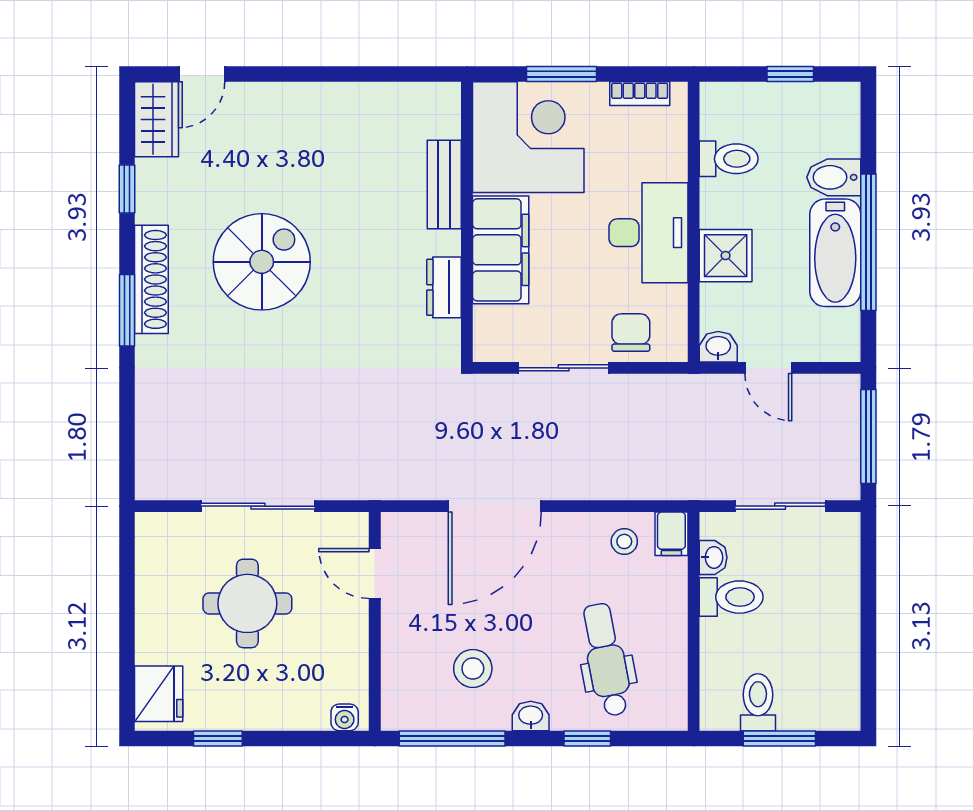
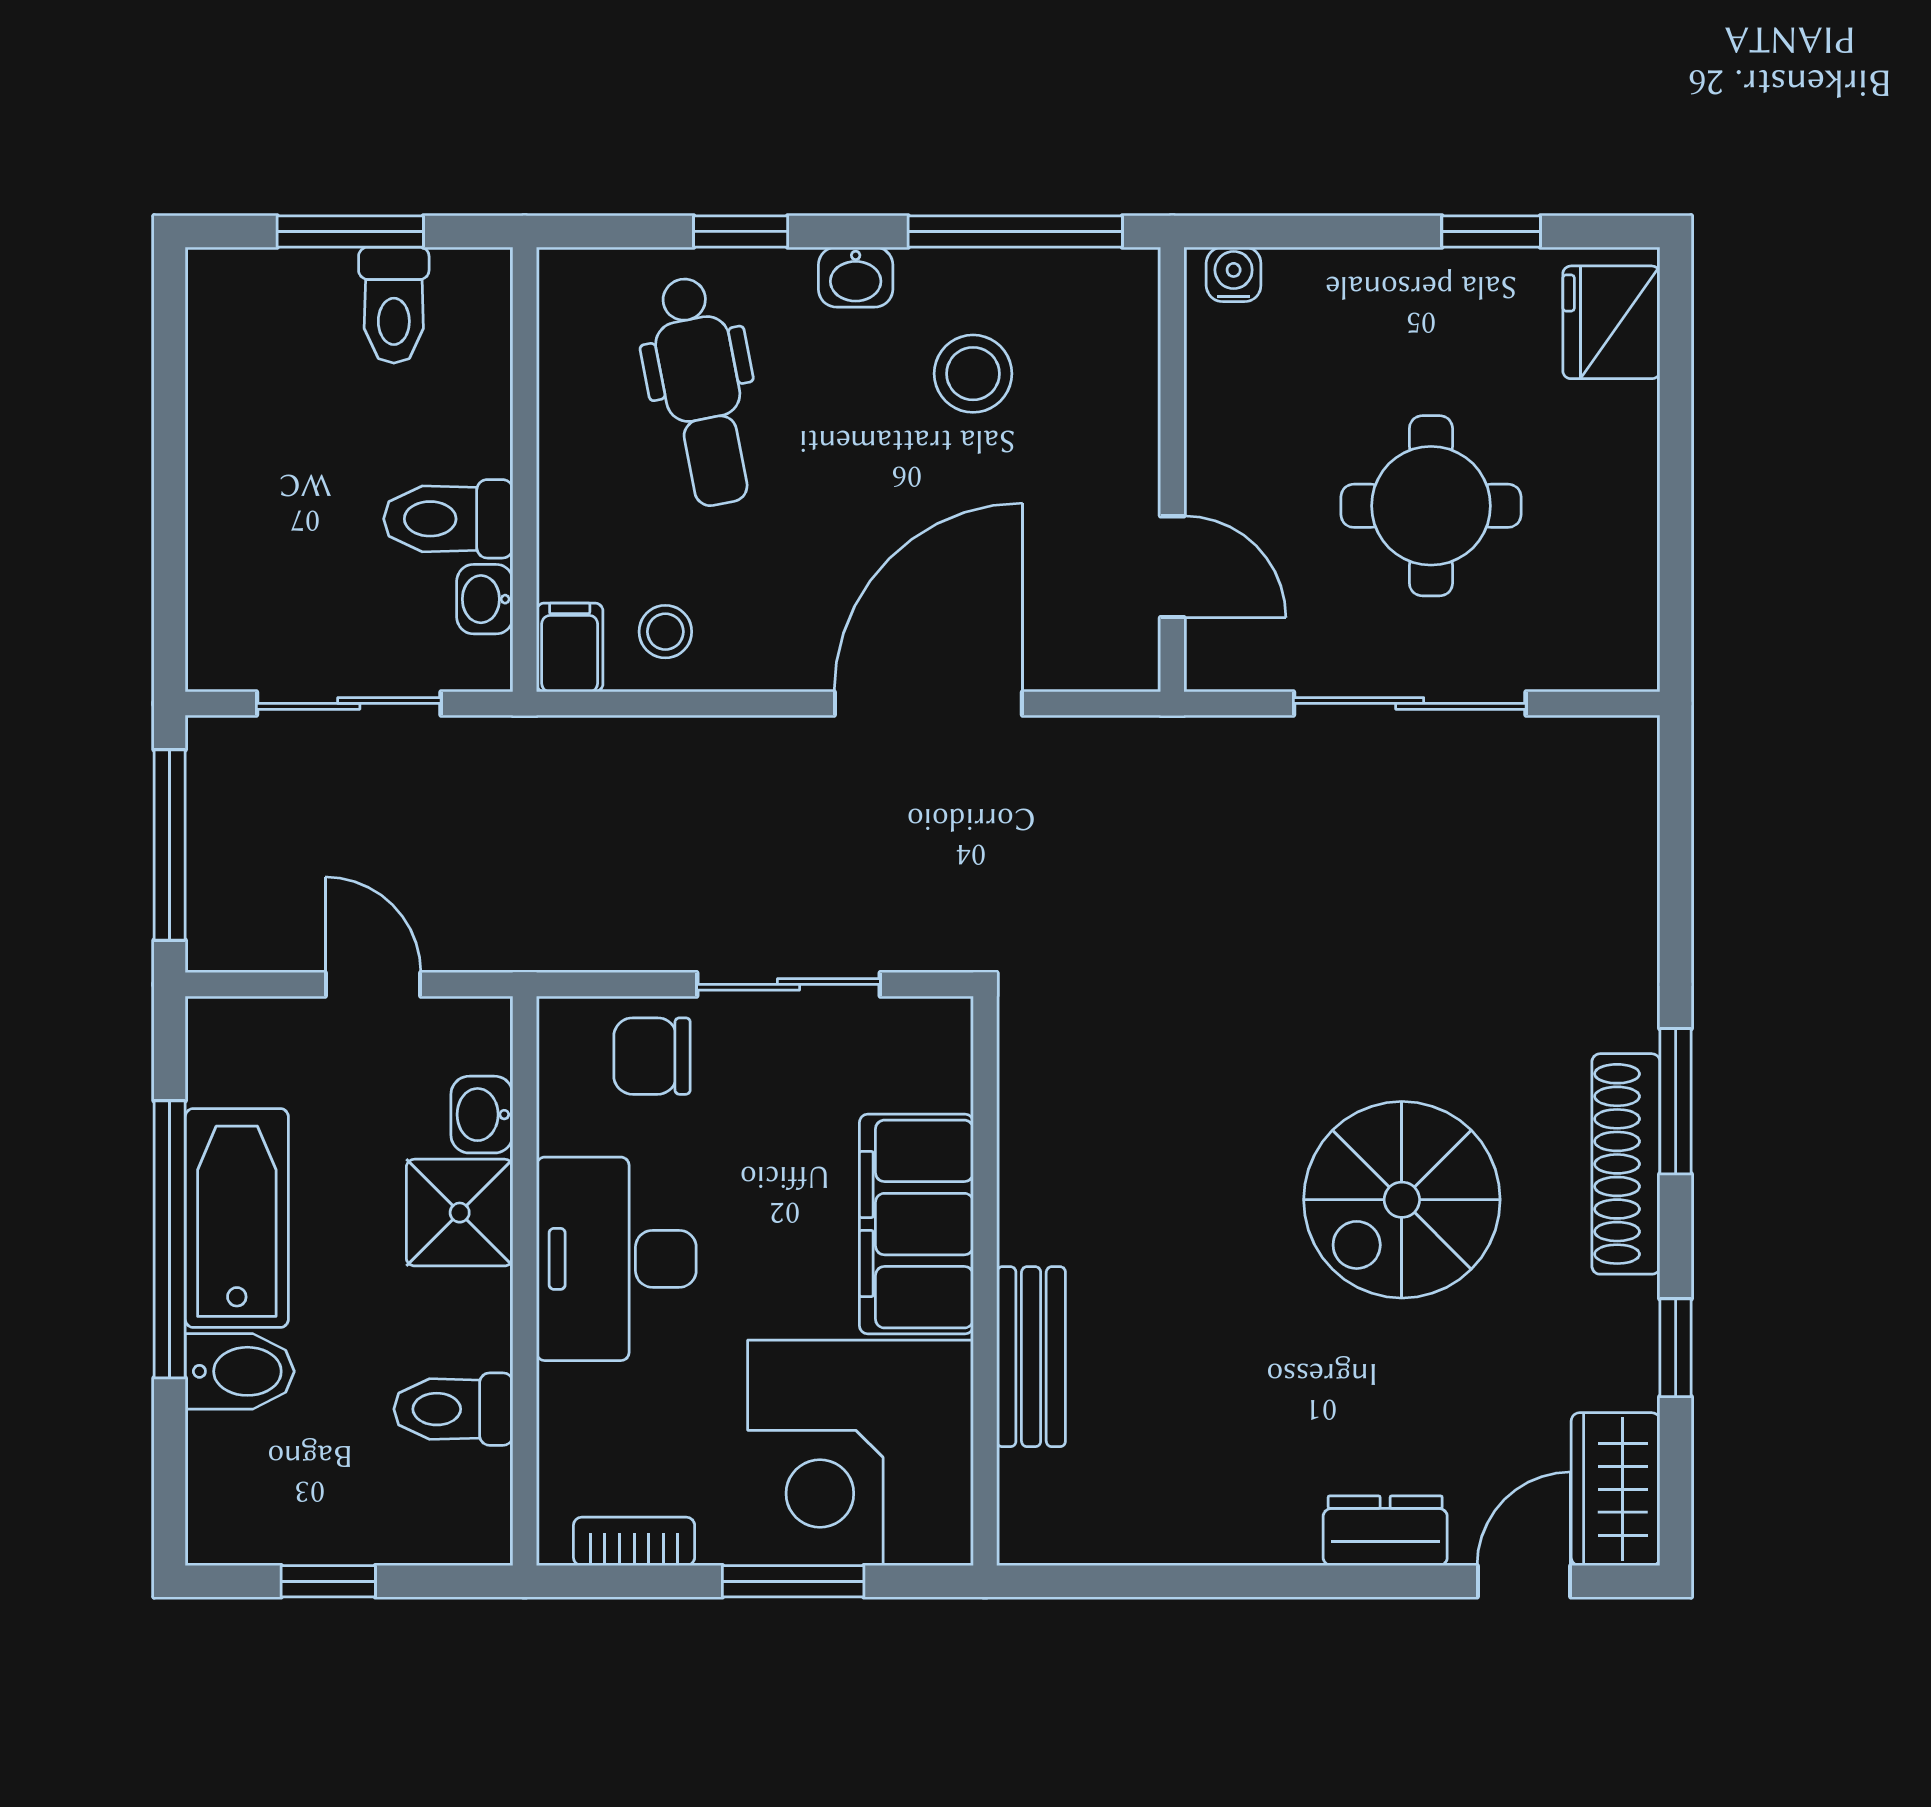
dresser: (444, 287) -> (1385, 1531), moved, turned -90
chair: (631, 333) -> (652, 1056), turned 90
washbasin: (718, 347) -> (482, 1115), moved, turned 90

